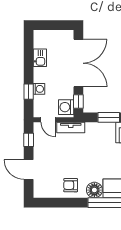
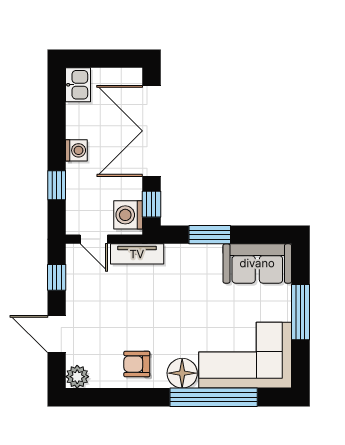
kitchen sink: (40, 58) -> (78, 85), moved
double door: (78, 63) -> (151, 131), swing flipped
washing machine: (39, 89) -> (76, 150), moved
plant: (39, 192) -> (77, 377), added

